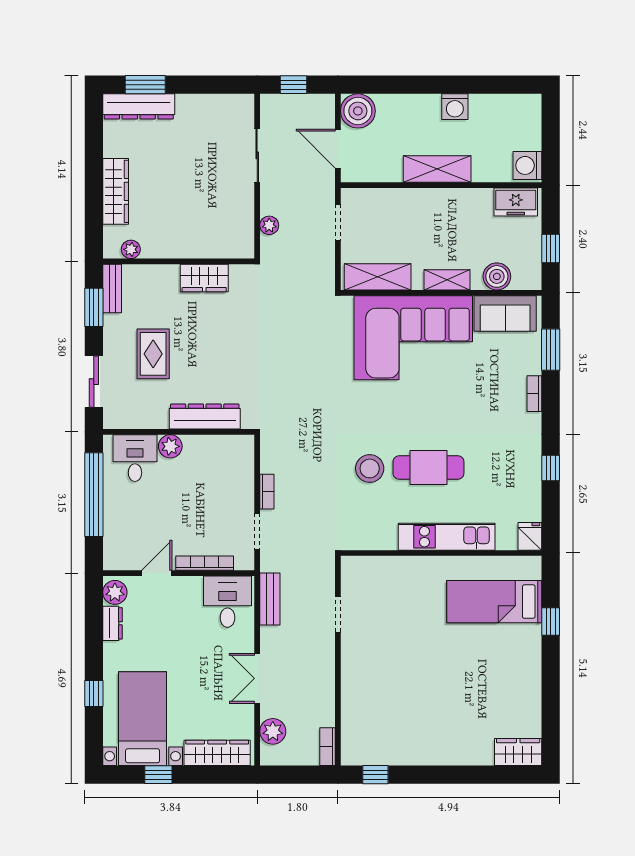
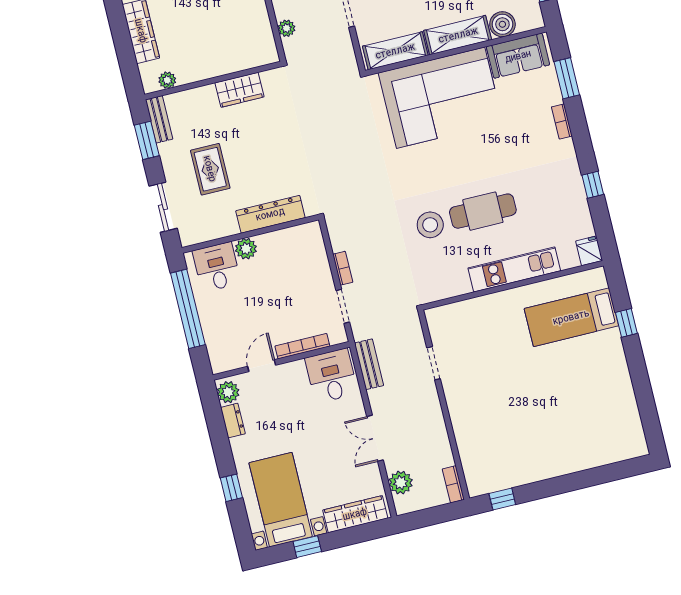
shelving: (447, 280) -> (458, 35), width x1.50, depth x1.33
wardrobe: (518, 752) -> (626, 447), removed

